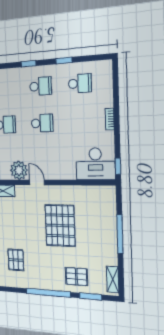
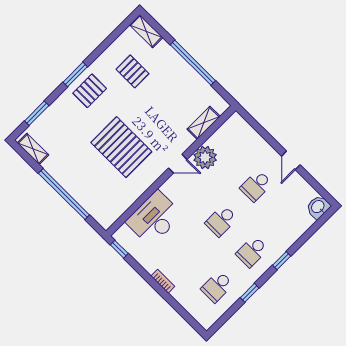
desk: (95, 164) -> (154, 218), moved
window: (120, 234) -> (64, 194), width x1.46
pallet: (76, 277) -> (90, 91), moved
window: (48, 293) -> (75, 74), width x0.47

